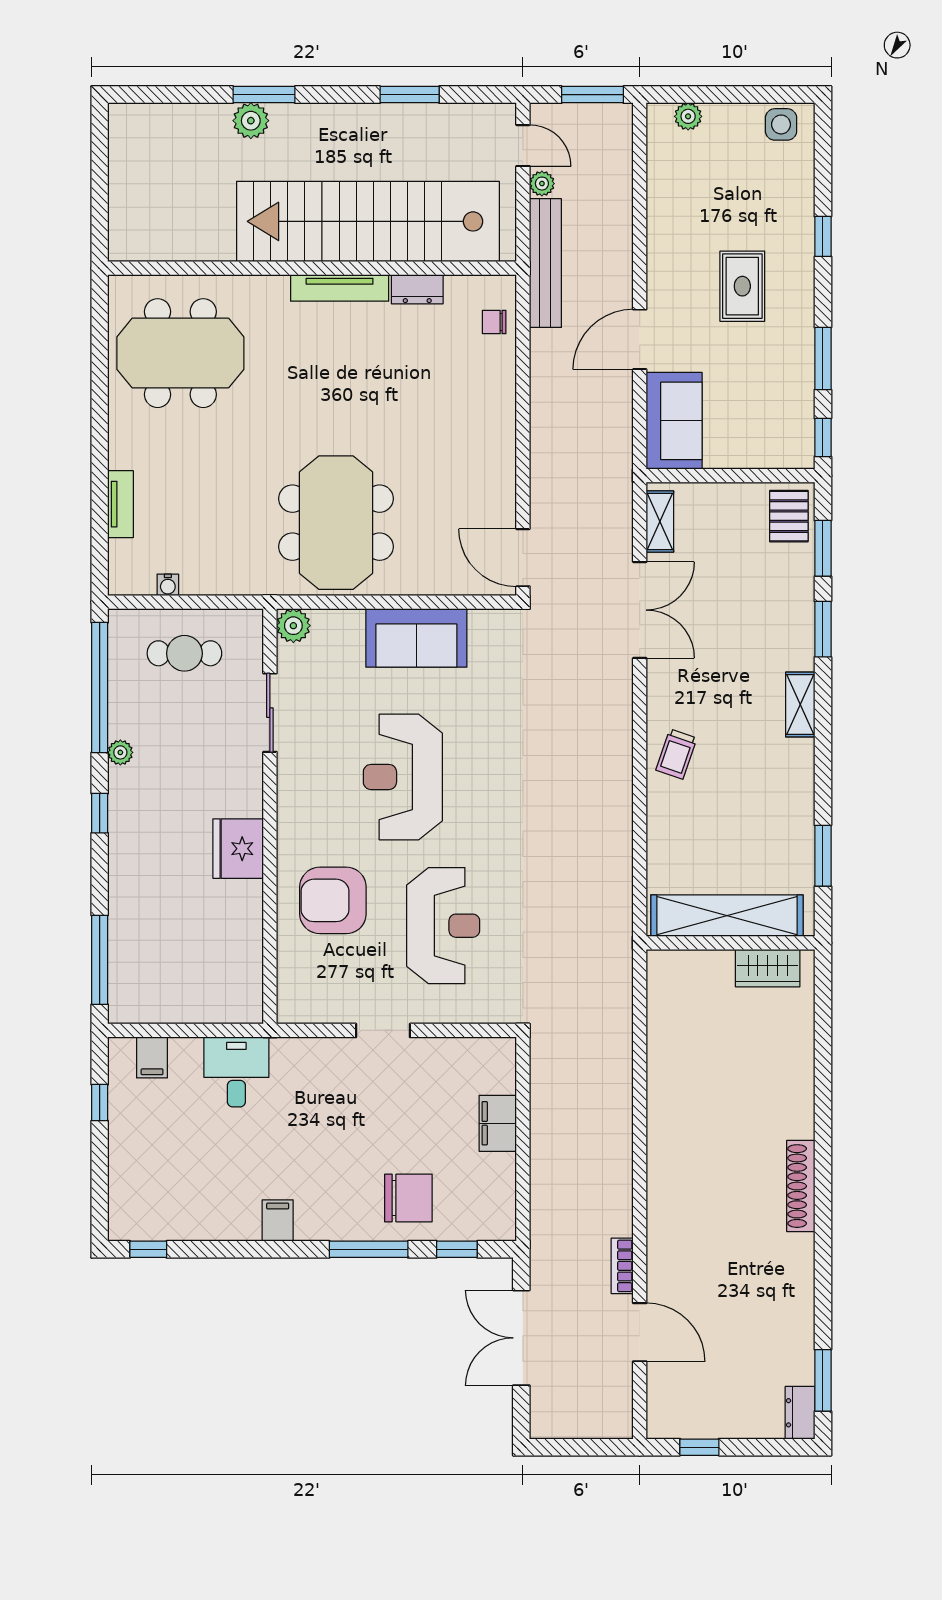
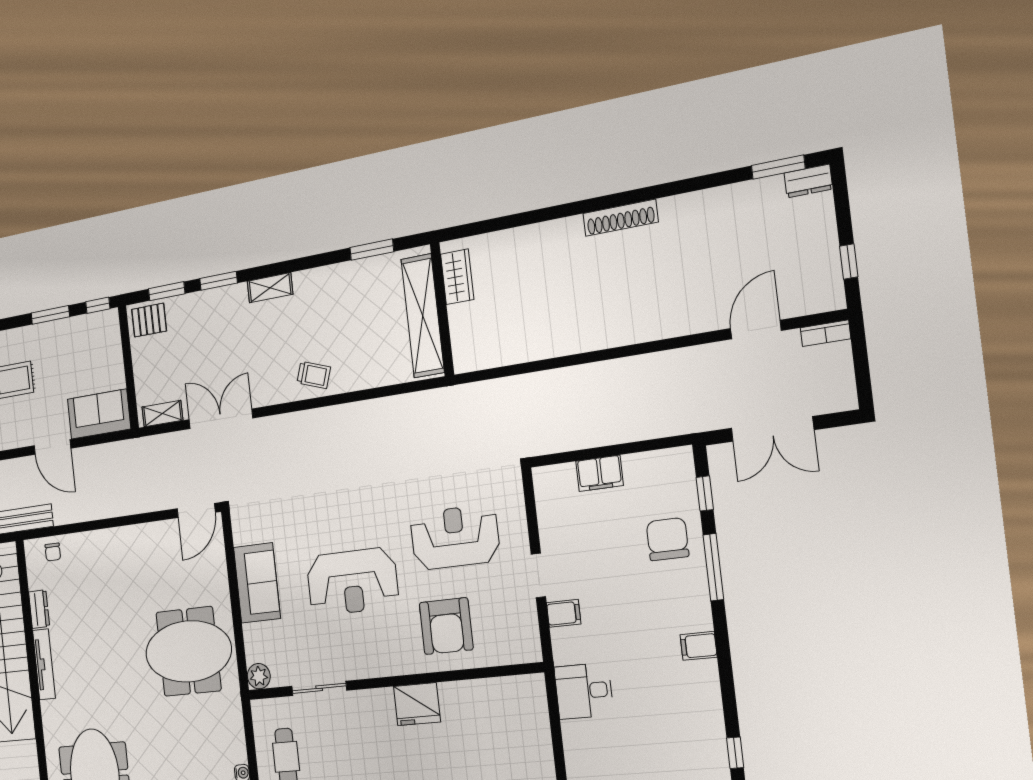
filing cabinet: (152, 1057) -> (564, 613), moved
bookcase: (622, 1266) -> (825, 333), moved

